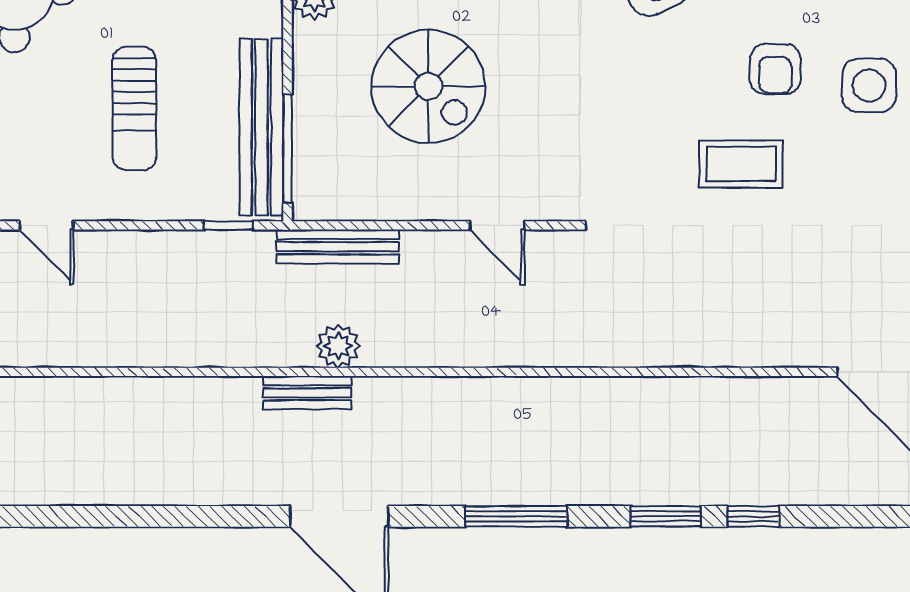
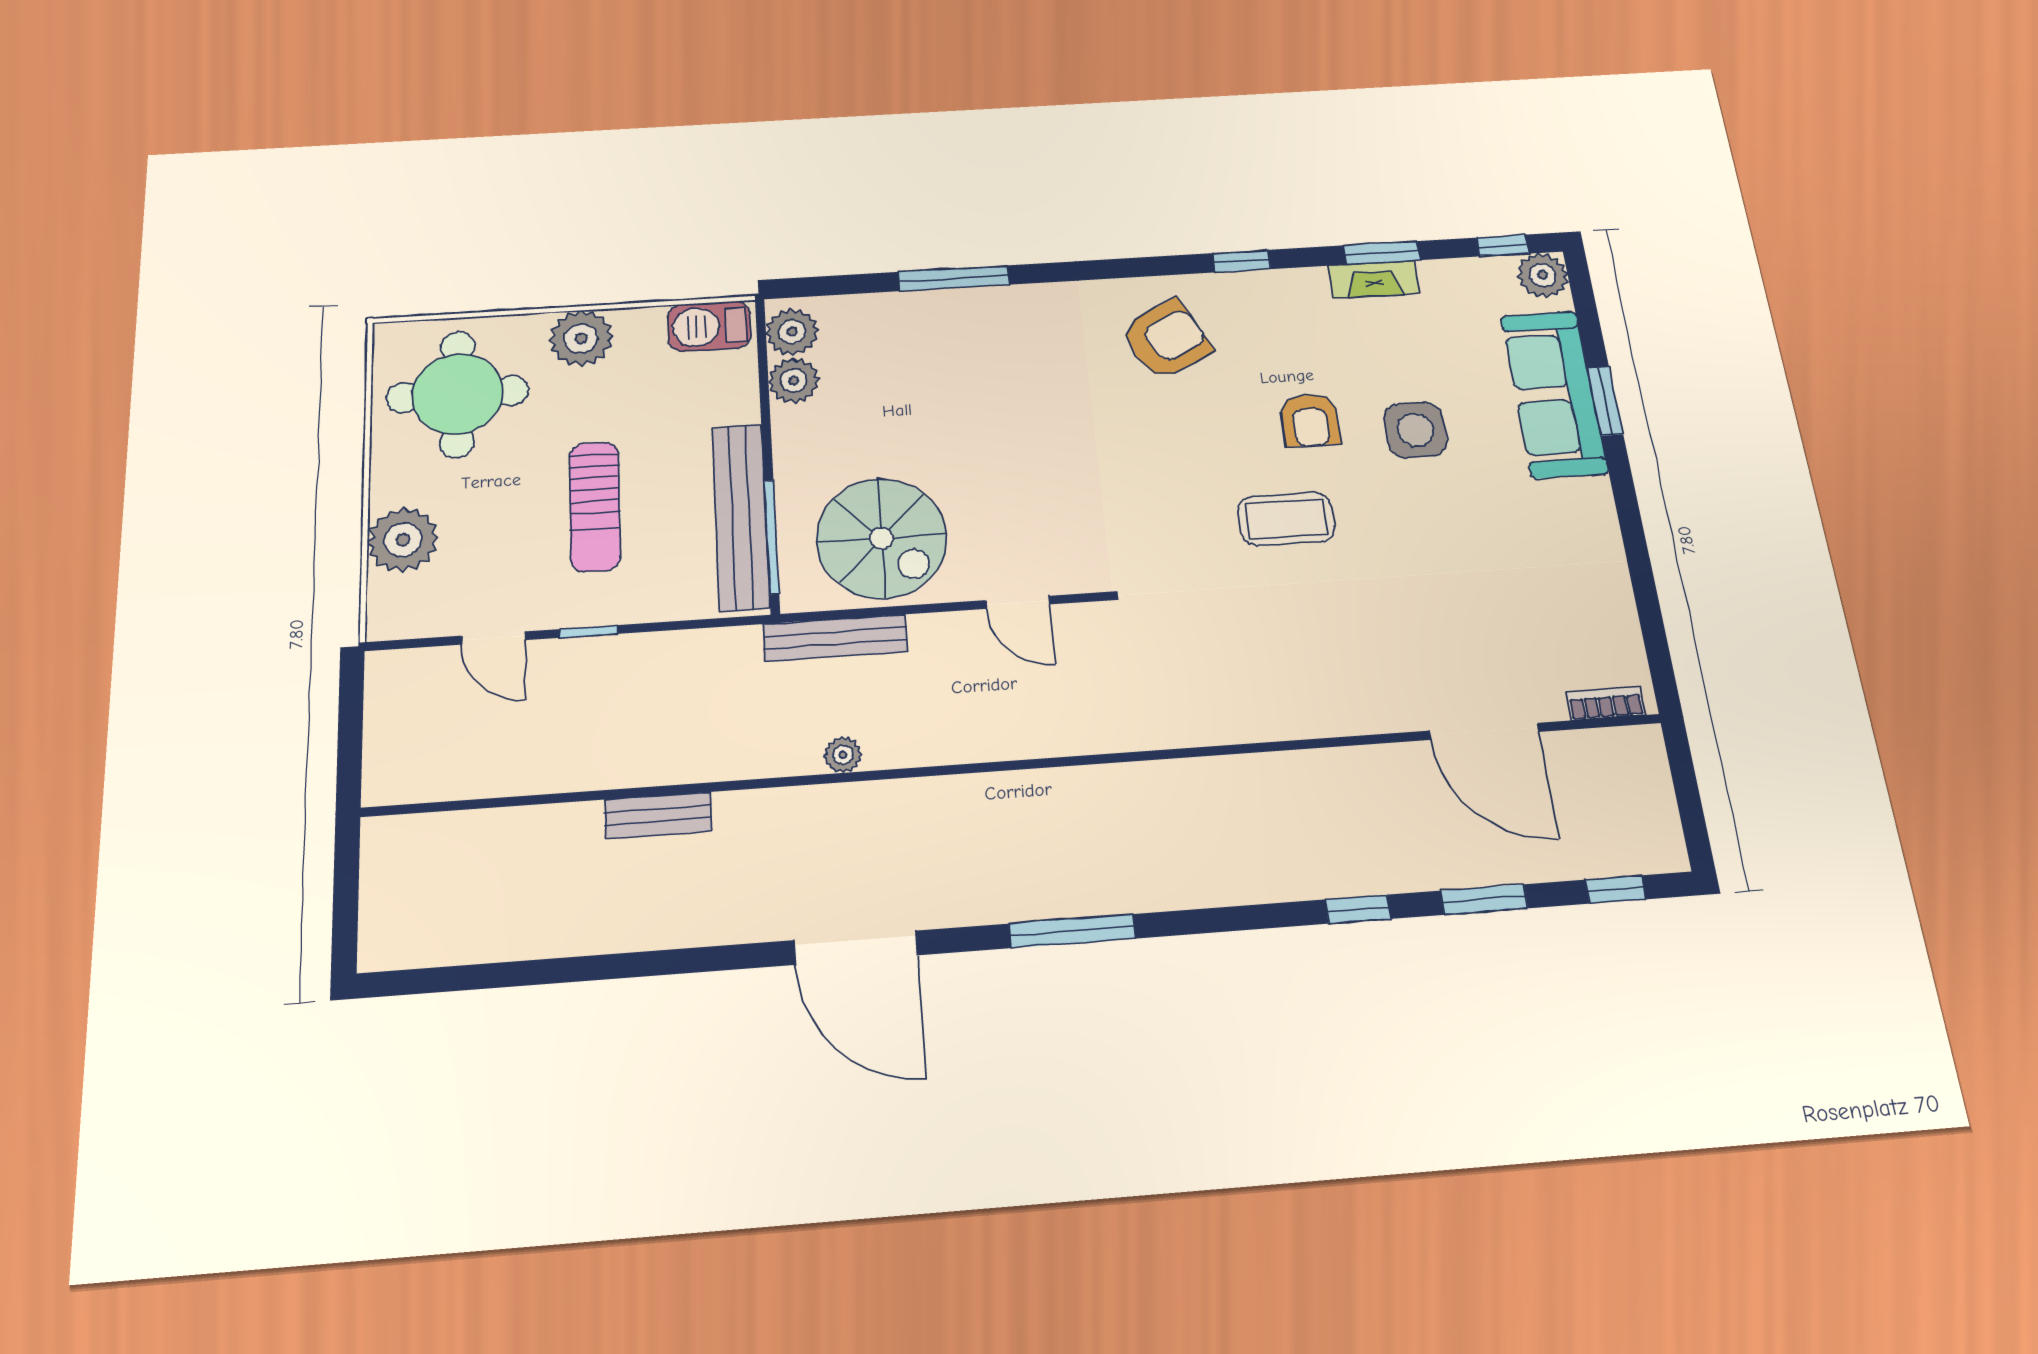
spiral stairs: (428, 86) -> (882, 538), moved
window: (228, 225) -> (588, 632), moved
plant: (338, 346) -> (843, 755), width x0.73, depth x0.73
bench: (308, 393) -> (658, 815), moved
window: (666, 516) -> (1484, 900), moved

